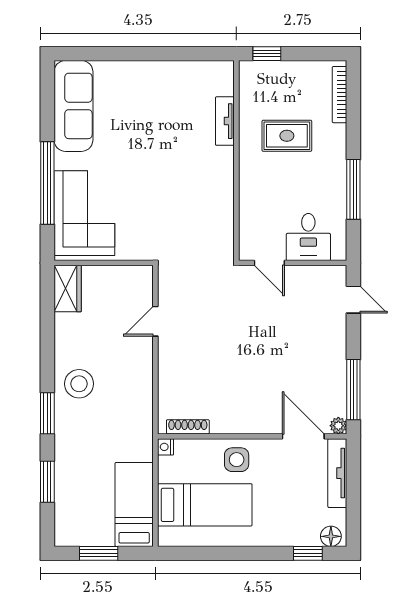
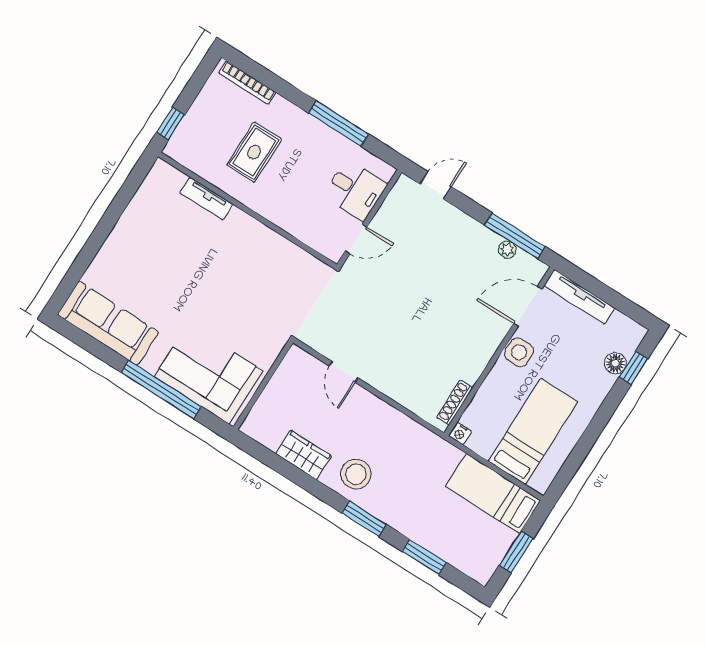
wardrobe: (68, 289) -> (304, 455), moved
plant: (338, 426) -> (507, 250), moved
side table: (237, 460) -> (519, 352), moved
floor lamp: (331, 536) -> (615, 363), moved

